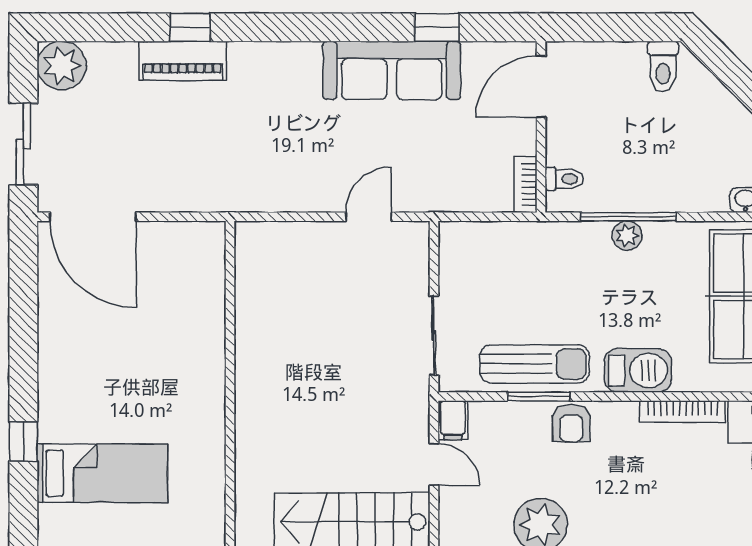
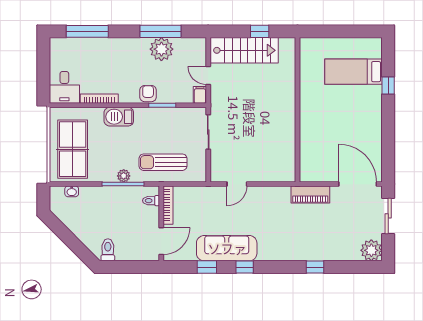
window: (351, 27) -> (245, 267), added
piano: (183, 61) -> (310, 194), moved, turned 180
bookcase: (526, 185) -> (168, 205), width x1.56
sun lounger: (535, 364) -> (163, 162), moved

